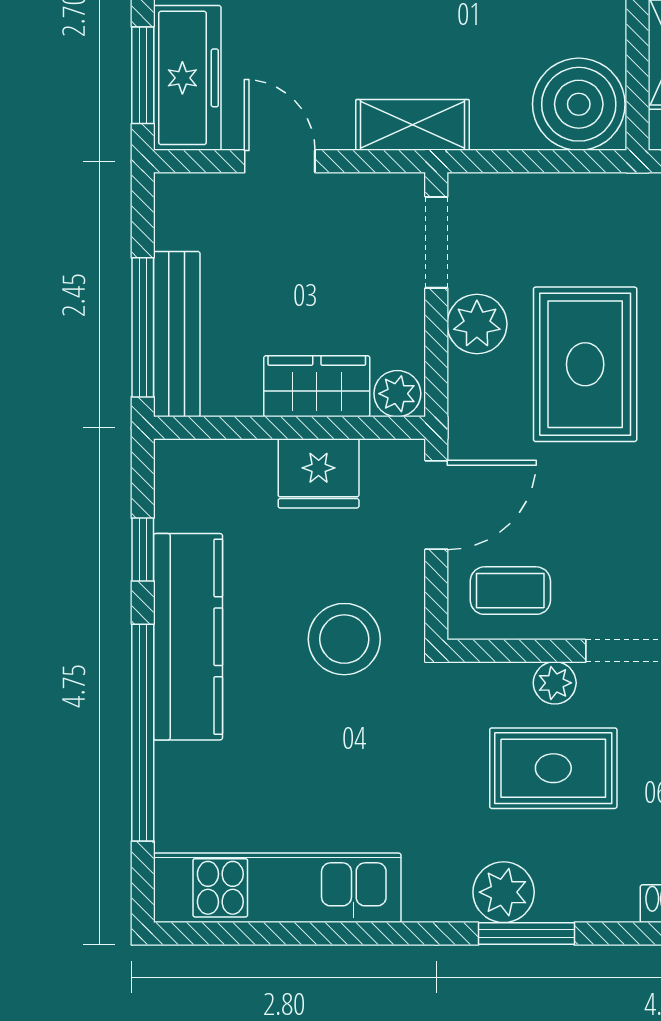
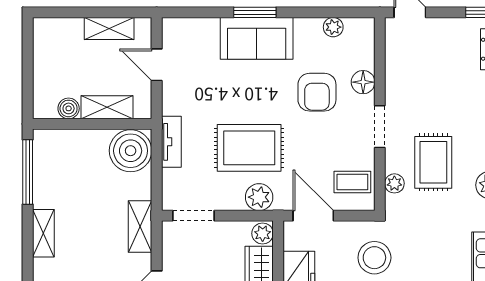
tv unit: (598, 194) -> (171, 142), added
plant: (477, 324) -> (259, 197), moved
coffee table: (510, 591) -> (352, 182), turned 90
plant: (555, 683) -> (394, 183), moved

